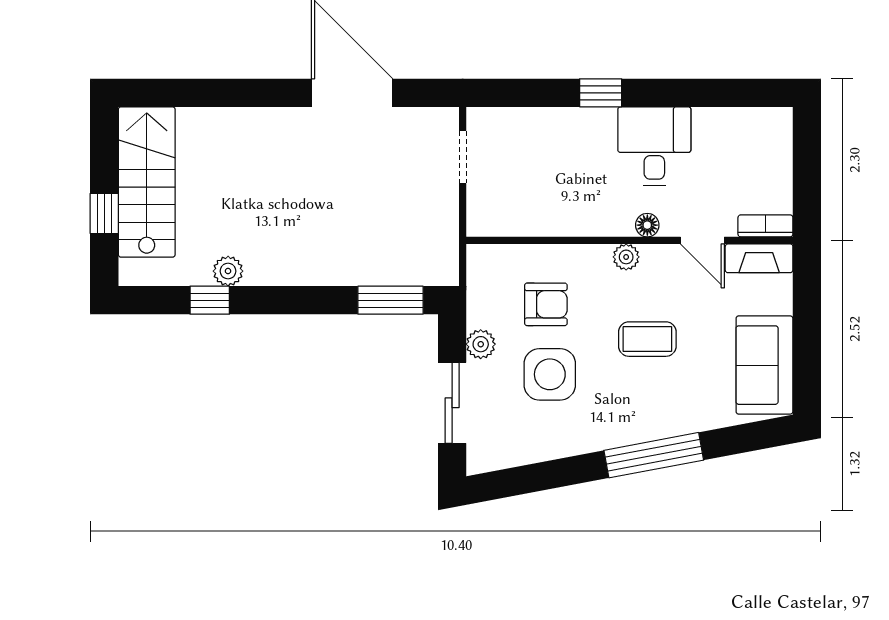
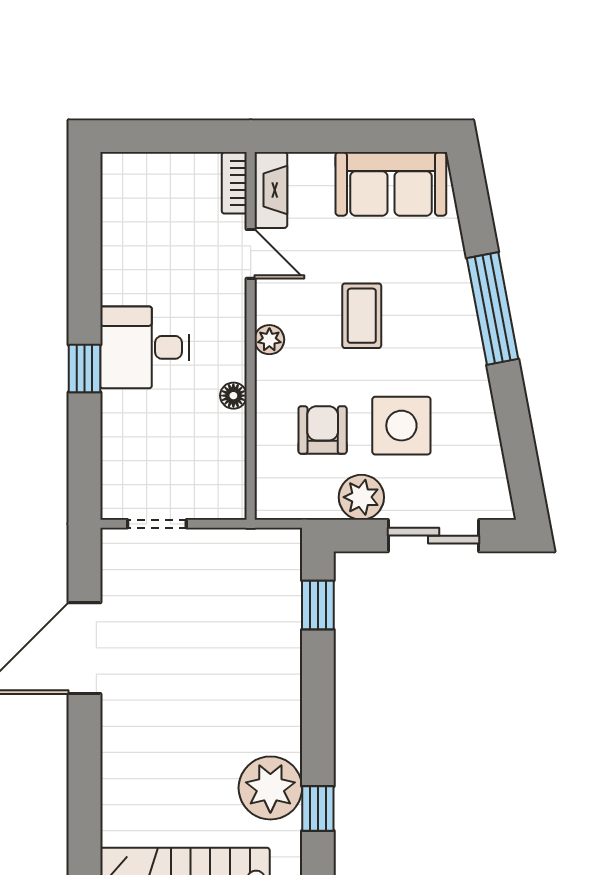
desk: (654, 146) -> (145, 347), moved
floor lamp: (647, 225) -> (233, 396), moved
door: (702, 240) -> (251, 254), hinge flipped
plant: (228, 271) -> (270, 788), width x1.88, depth x1.88
window: (391, 300) -> (318, 605), width x0.67
plant: (481, 344) -> (361, 497), width x1.38, depth x1.38

